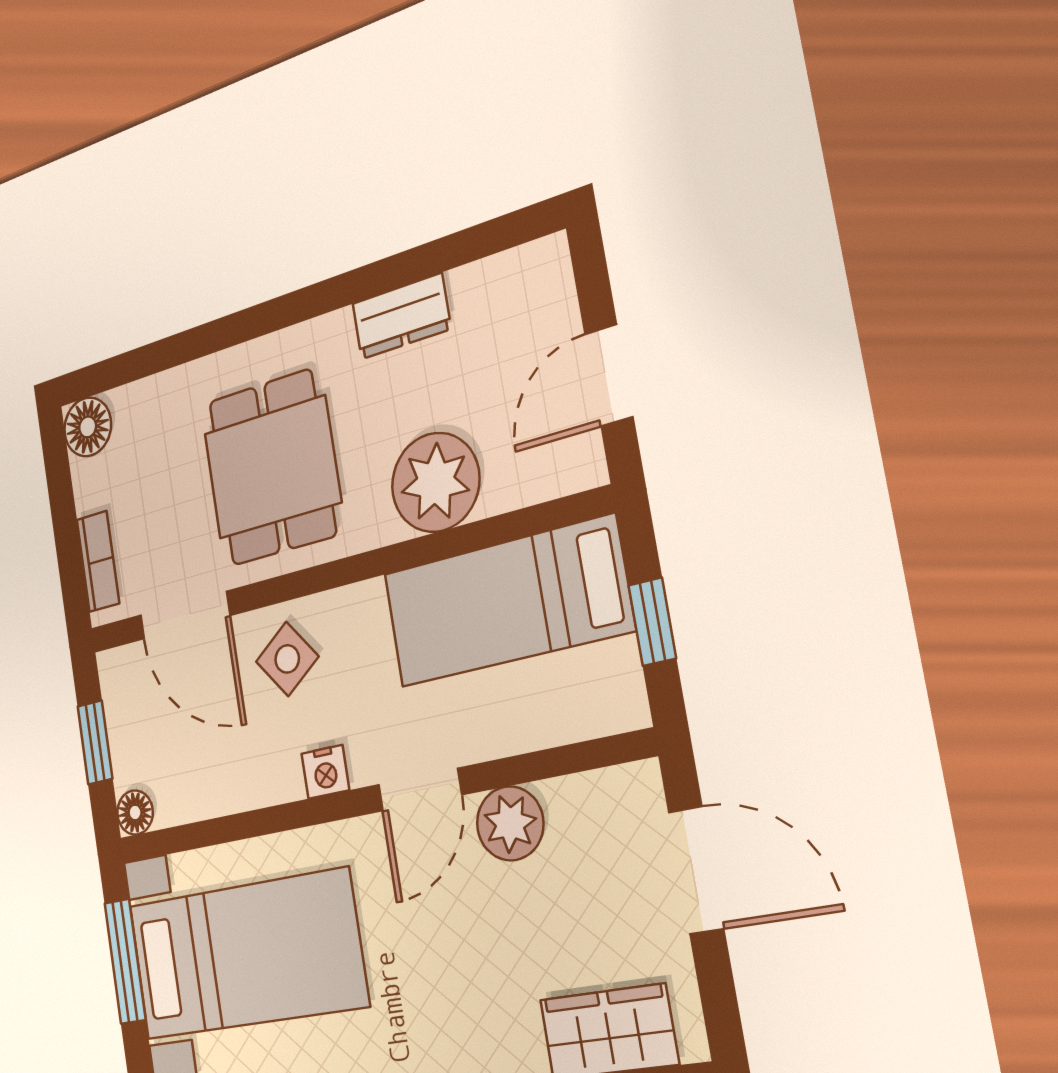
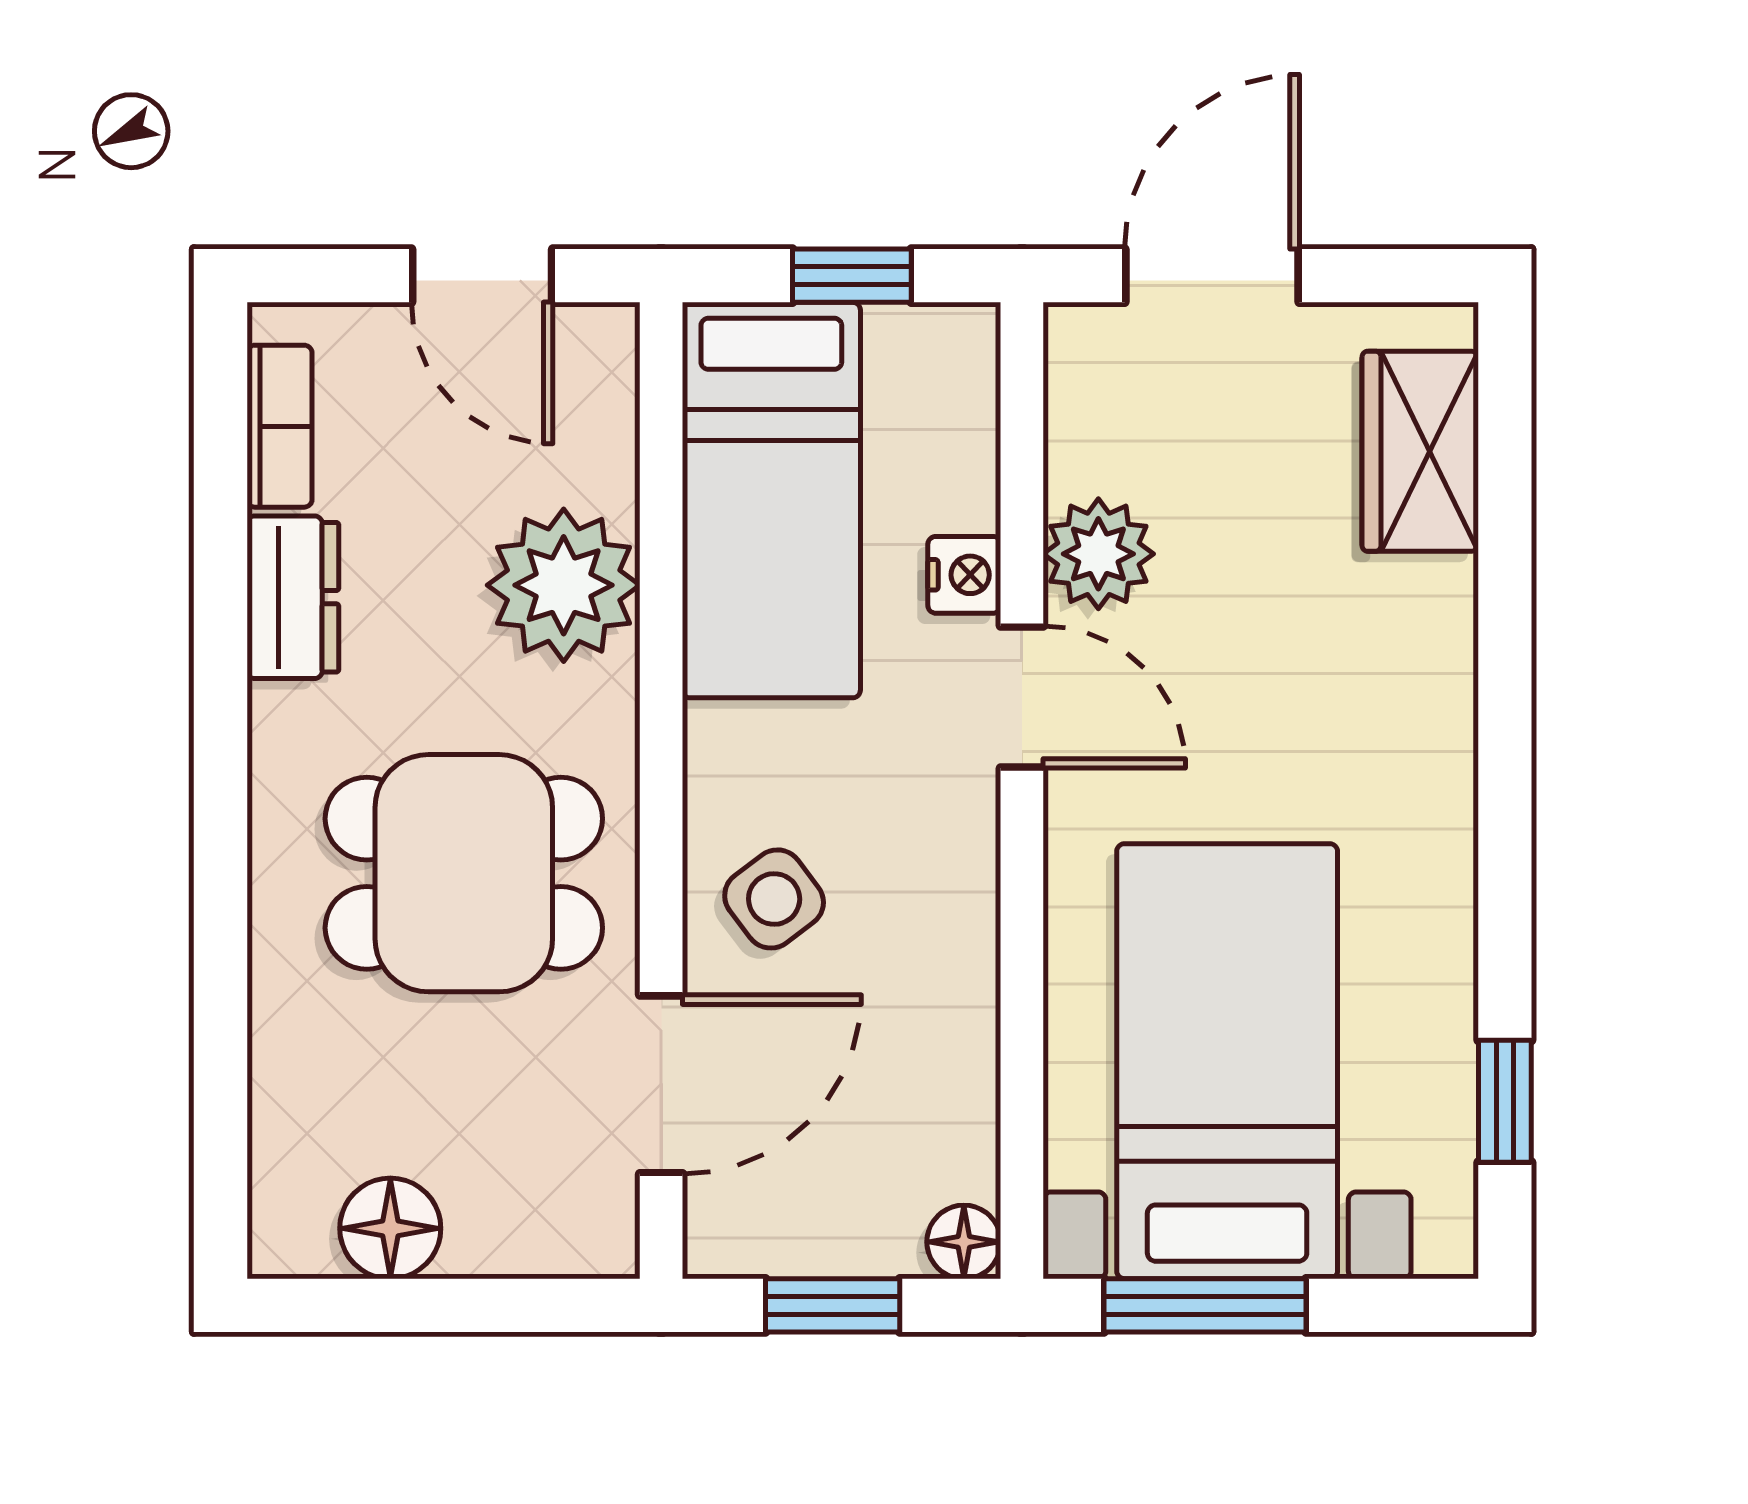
floor lamp: (88, 427) -> (390, 1228), moved
bookcase: (98, 561) -> (279, 426), moved, turned 90
nightstand: (325, 772) -> (964, 575), moved

